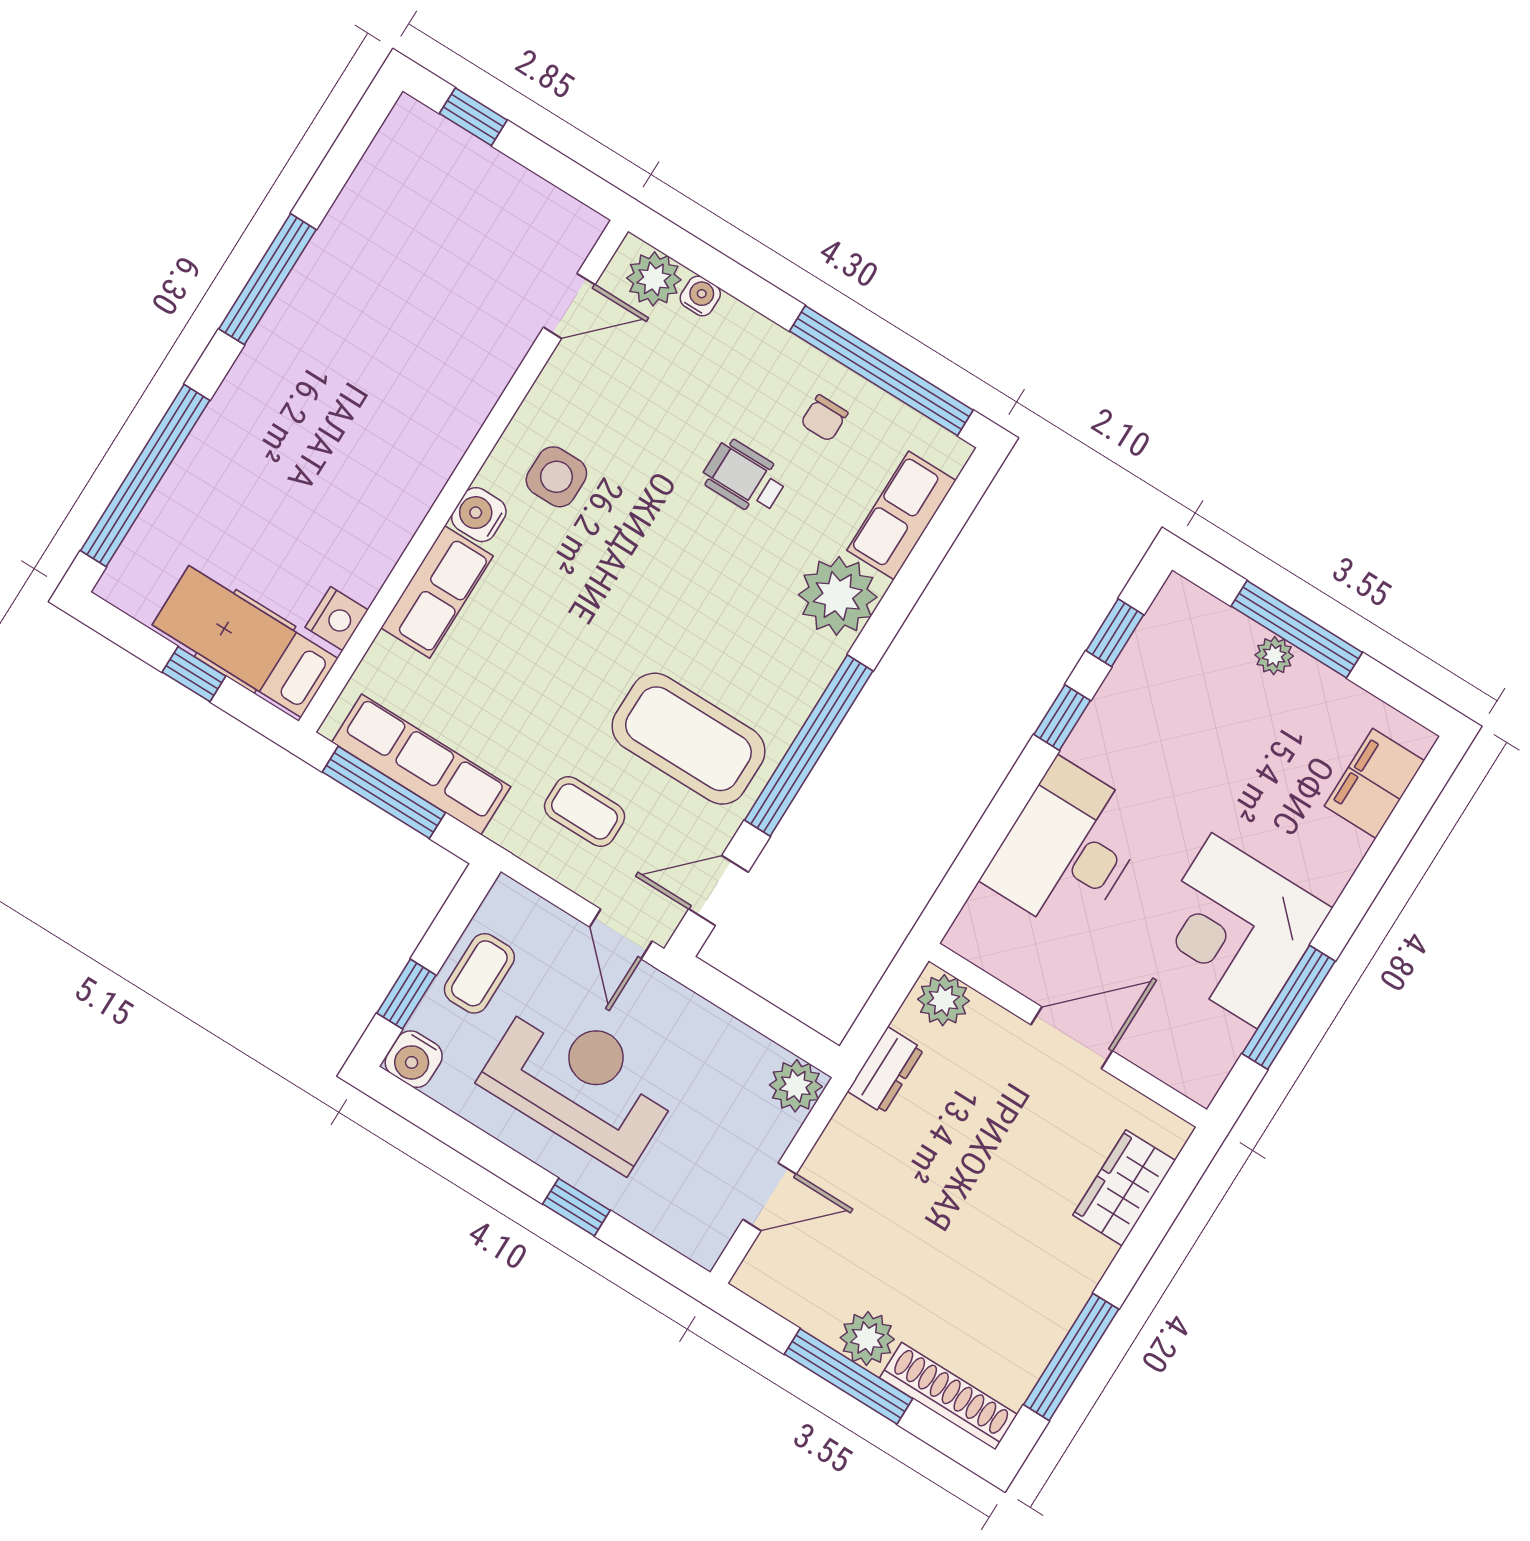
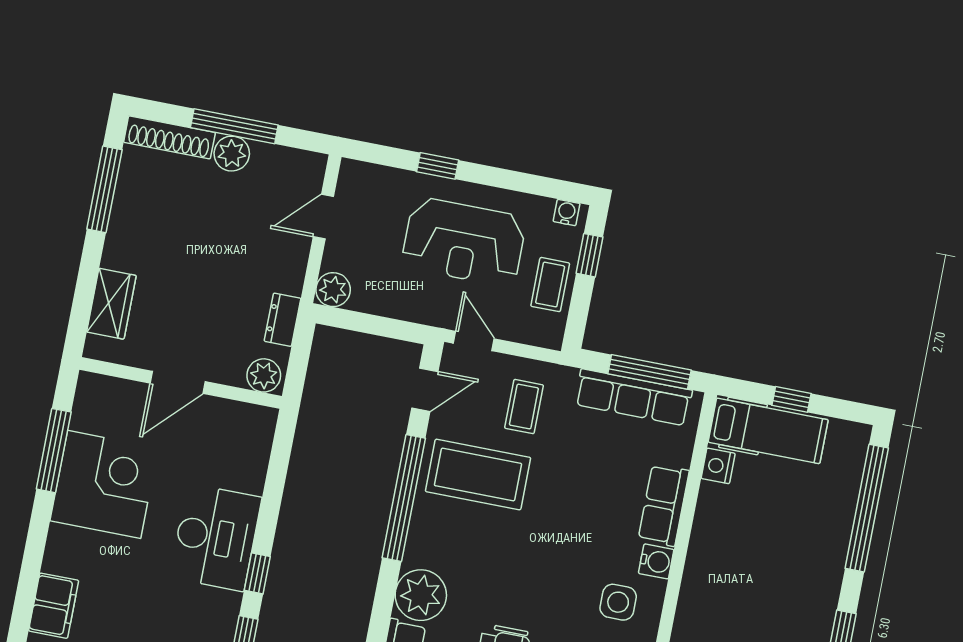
coffee table: (585, 811) -> (524, 407), turned 90
desk: (1068, 848) -> (216, 537), moved
water cooler: (414, 1059) -> (567, 212), width x0.72, depth x0.72

